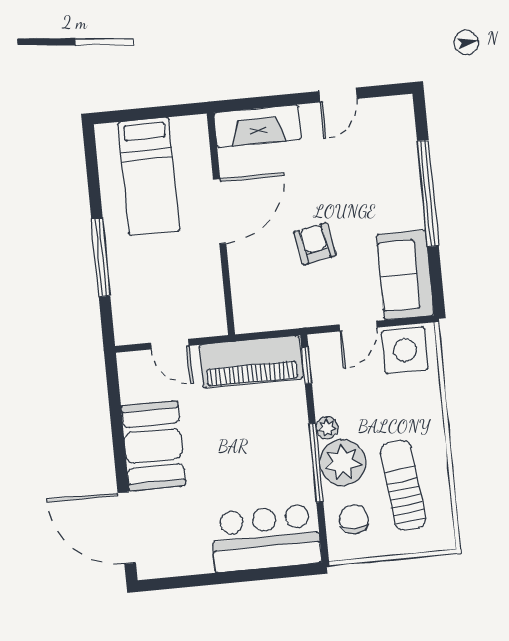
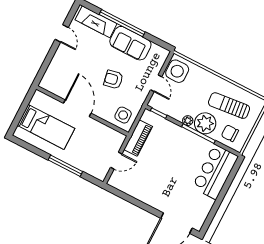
fireplace: (258, 126) -> (96, 22), moved, turned 90
sofa: (405, 275) -> (130, 43), moved
side table: (261, 303) -> (123, 115), added
piano: (251, 362) -> (138, 138), width x0.73, depth x0.75
booth: (153, 446) -> (151, 192), removed

